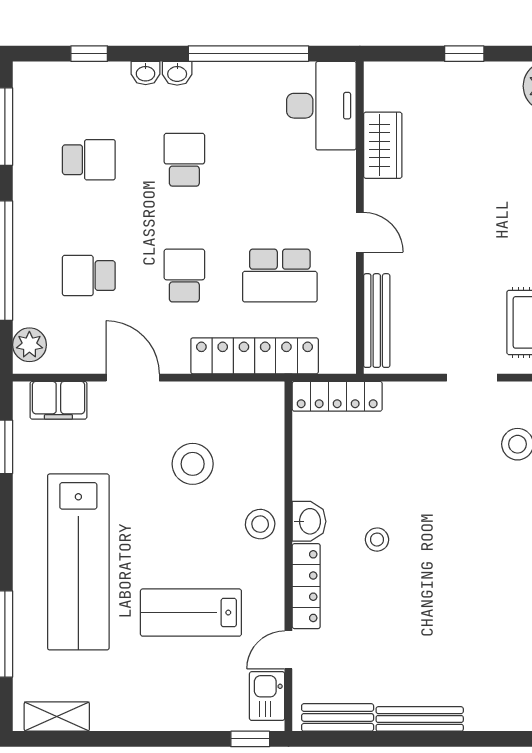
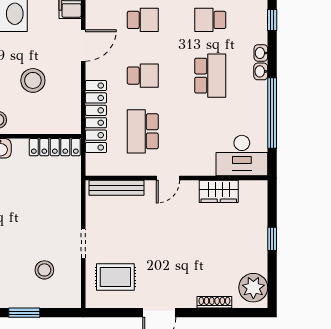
school desk: (89, 160) -> (210, 20), turned 90
school desk: (184, 160) -> (210, 76), width x1.85
school desk: (89, 276) -> (143, 20), turned 90
locker: (337, 396) -> (55, 147), moved, turned -90

